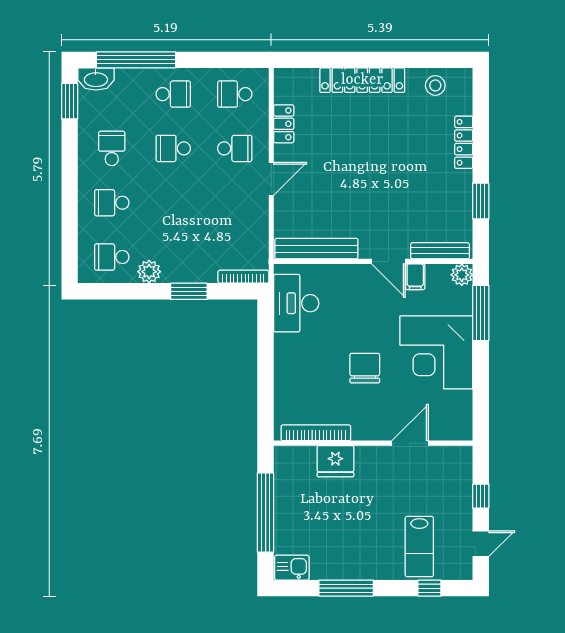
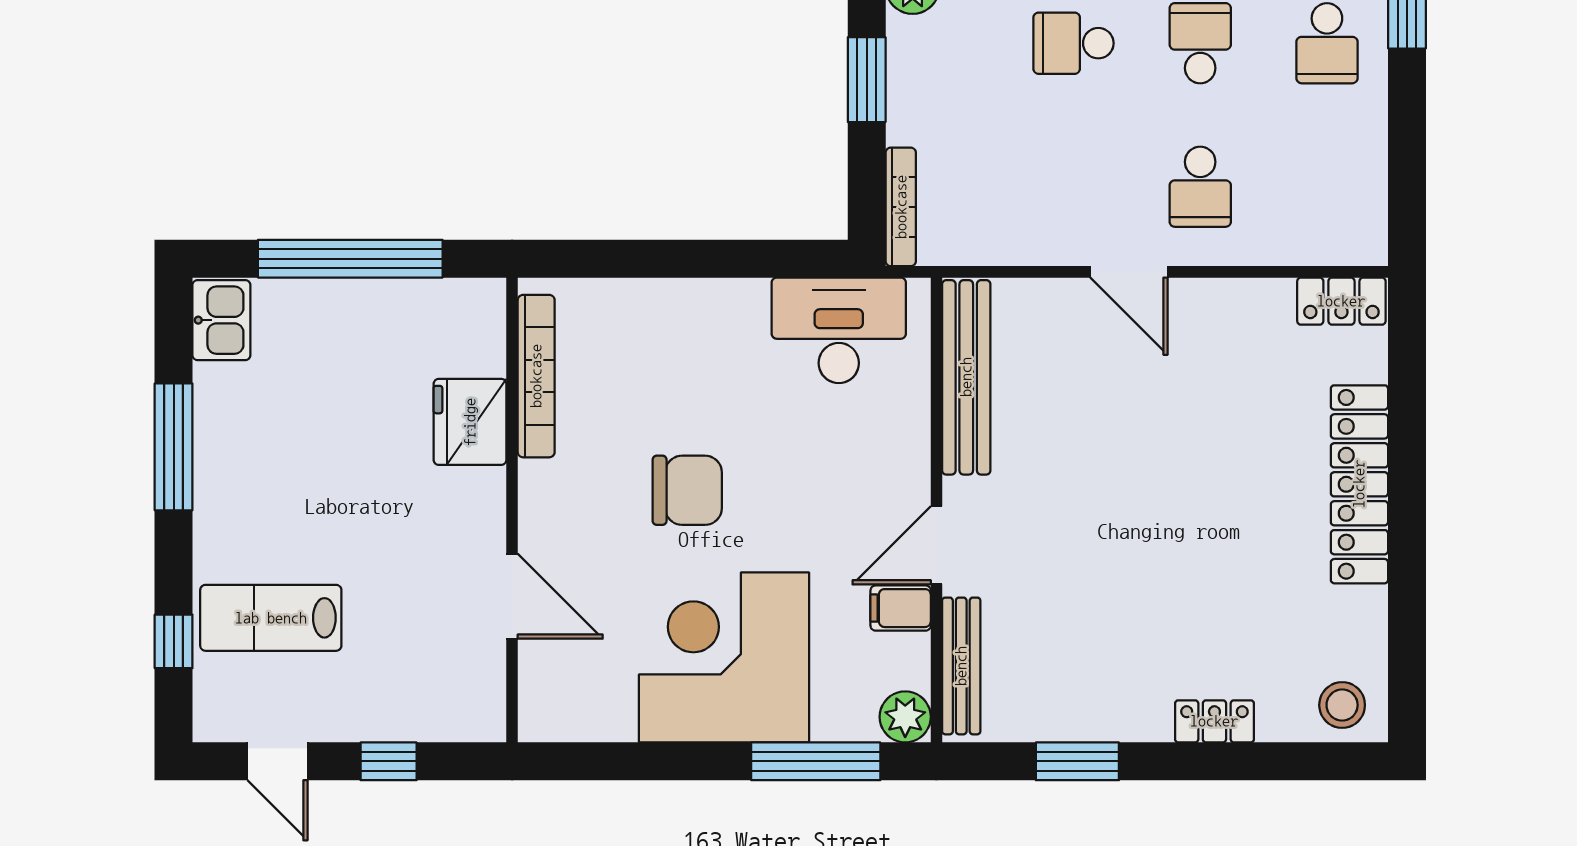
stool: (435, 85) -> (1342, 705), moved
school desk: (235, 94) -> (1073, 43), moved, turned -90
locker: (284, 124) -> (1341, 301), moved
locker: (464, 142) -> (1214, 721), width x0.66

